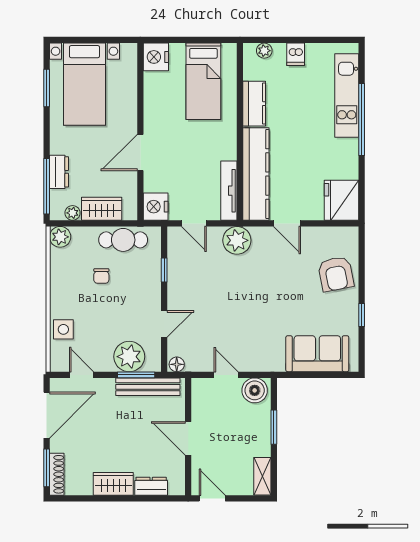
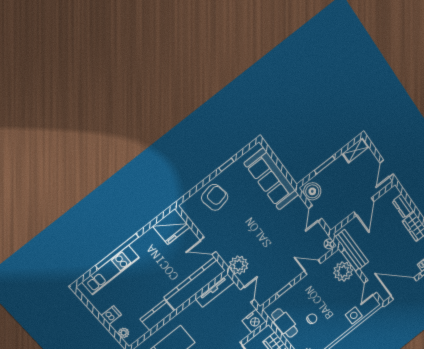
door: (287, 223) -> (208, 246), swing flipped
sofa: (317, 354) -> (271, 179), width x1.36

